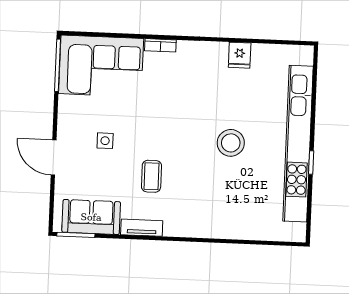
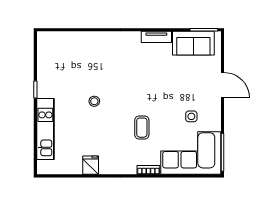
side table: (105, 141) -> (191, 116), moved
stool: (231, 143) -> (94, 101), width x0.53, depth x0.53
kitchen unit: (298, 144) -> (45, 129), width x0.54
coffee table: (151, 176) -> (142, 128), moved

